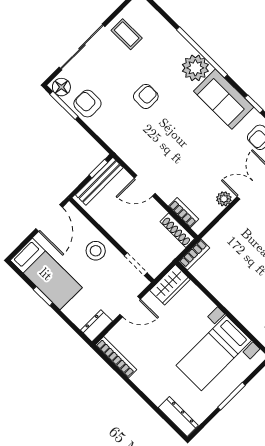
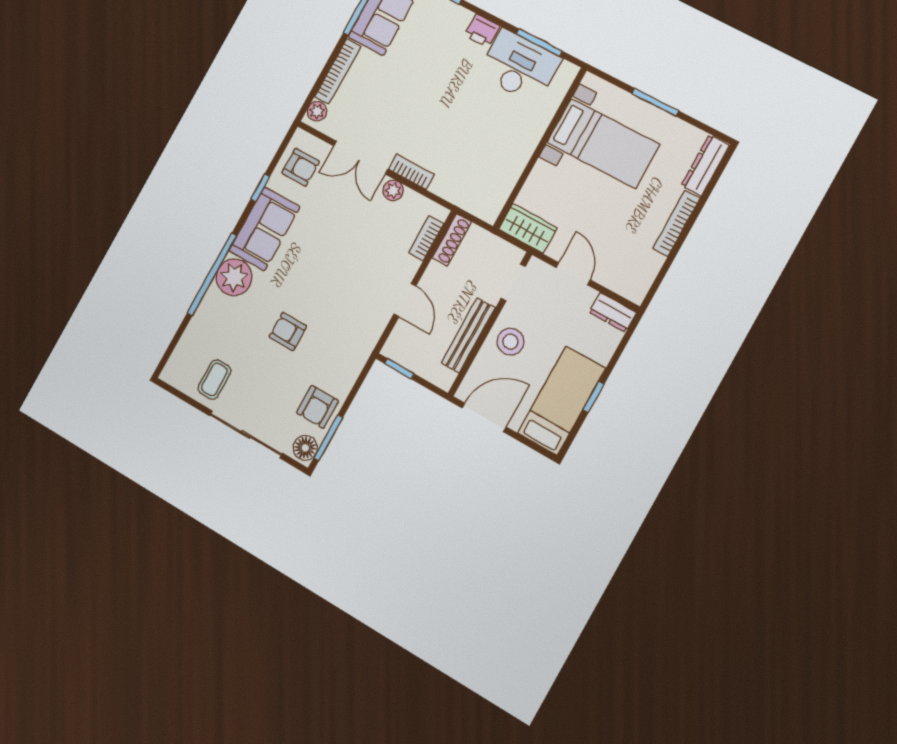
bench: (99, 181) -> (468, 335), moved, turned 90
bookcase: (194, 255) -> (411, 172), moved
bookcase: (116, 357) -> (676, 223), moved

